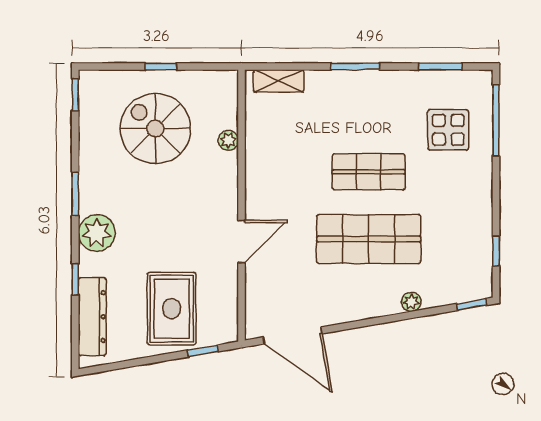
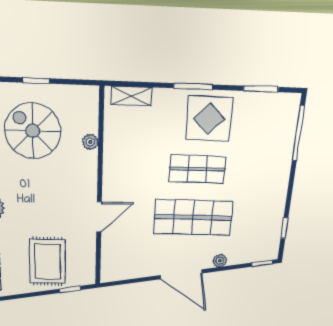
display table: (448, 130) -> (209, 119), moved, width x1.36, depth x1.36
door: (293, 335) -> (181, 274), moved

